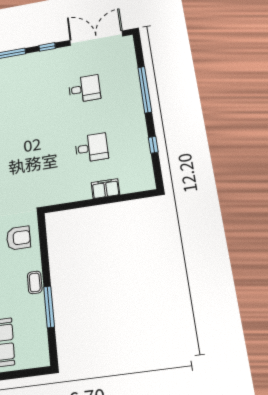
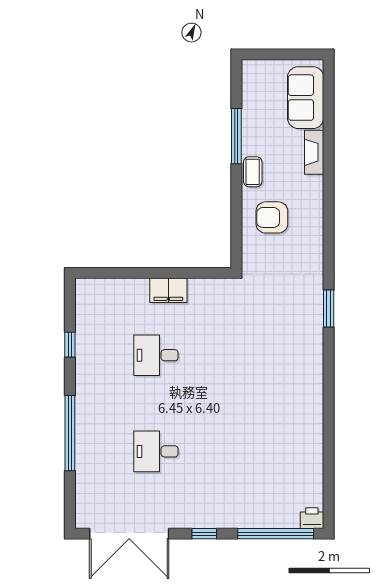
filing cabinet: (105, 189) -> (168, 290), moved
armchair: (18, 238) -> (272, 217), moved

